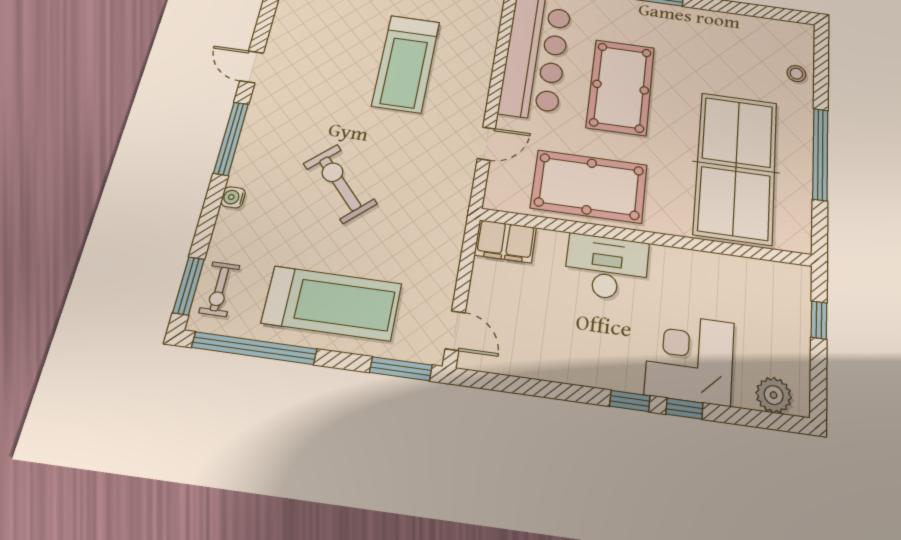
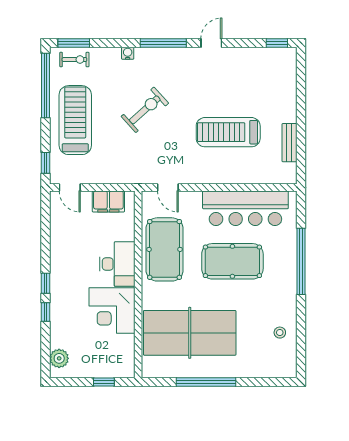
stool: (796, 74) -> (280, 333), moved
door: (486, 144) -> (168, 187), moved
filing cabinet: (505, 241) -> (108, 201), moved, turned -90
exercise bike: (219, 289) -> (74, 60), turned 180
treadmill: (332, 303) -> (75, 120), turned 180
door: (455, 331) -> (70, 187), hinge flipped
corner desk: (690, 358) -> (112, 311), moved, turned 180
window: (401, 369) -> (45, 163), width x0.67

